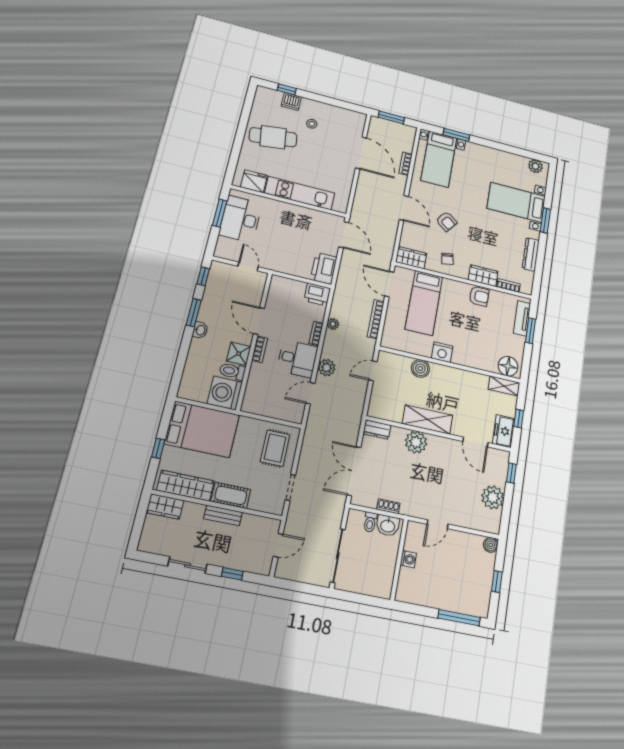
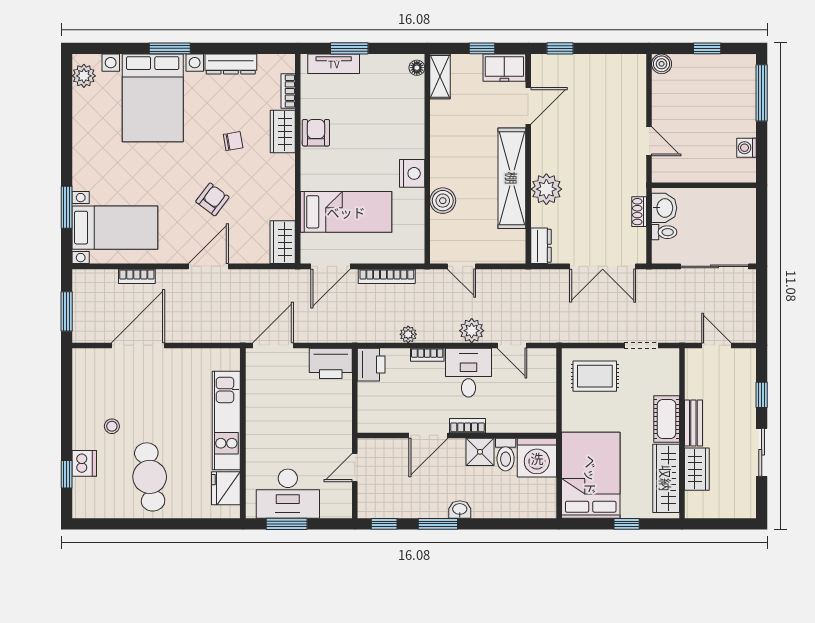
bed with nightstands: (516, 202) -> (153, 98), width x1.36
chair: (447, 259) -> (233, 141), moved
floor lamp: (508, 366) -> (417, 68), width x0.53, depth x0.53
shelving: (428, 419) -> (512, 178), width x1.47
plant: (493, 497) -> (598, 70), removed
wardrobe: (165, 507) -> (697, 469), moved
washing machine: (408, 559) -> (746, 148), moved, turned -90

